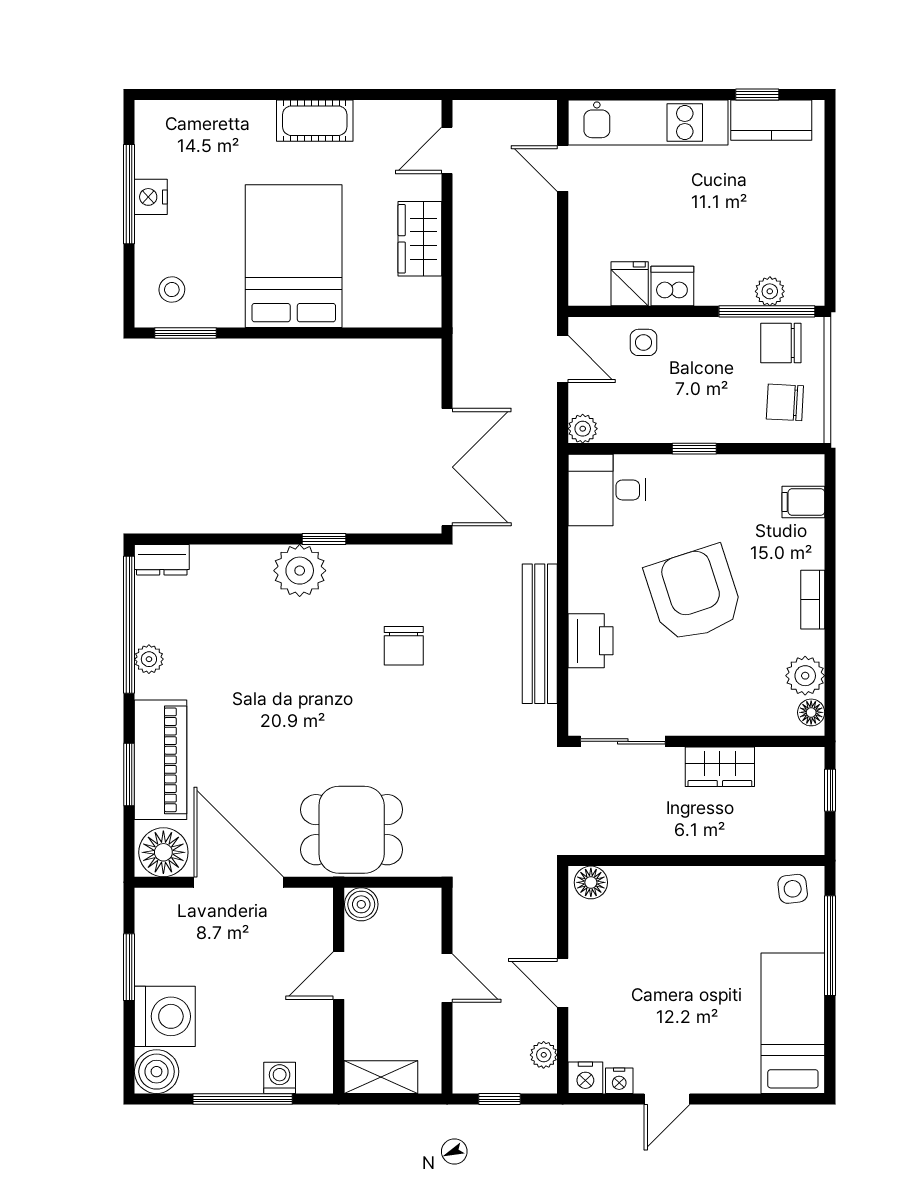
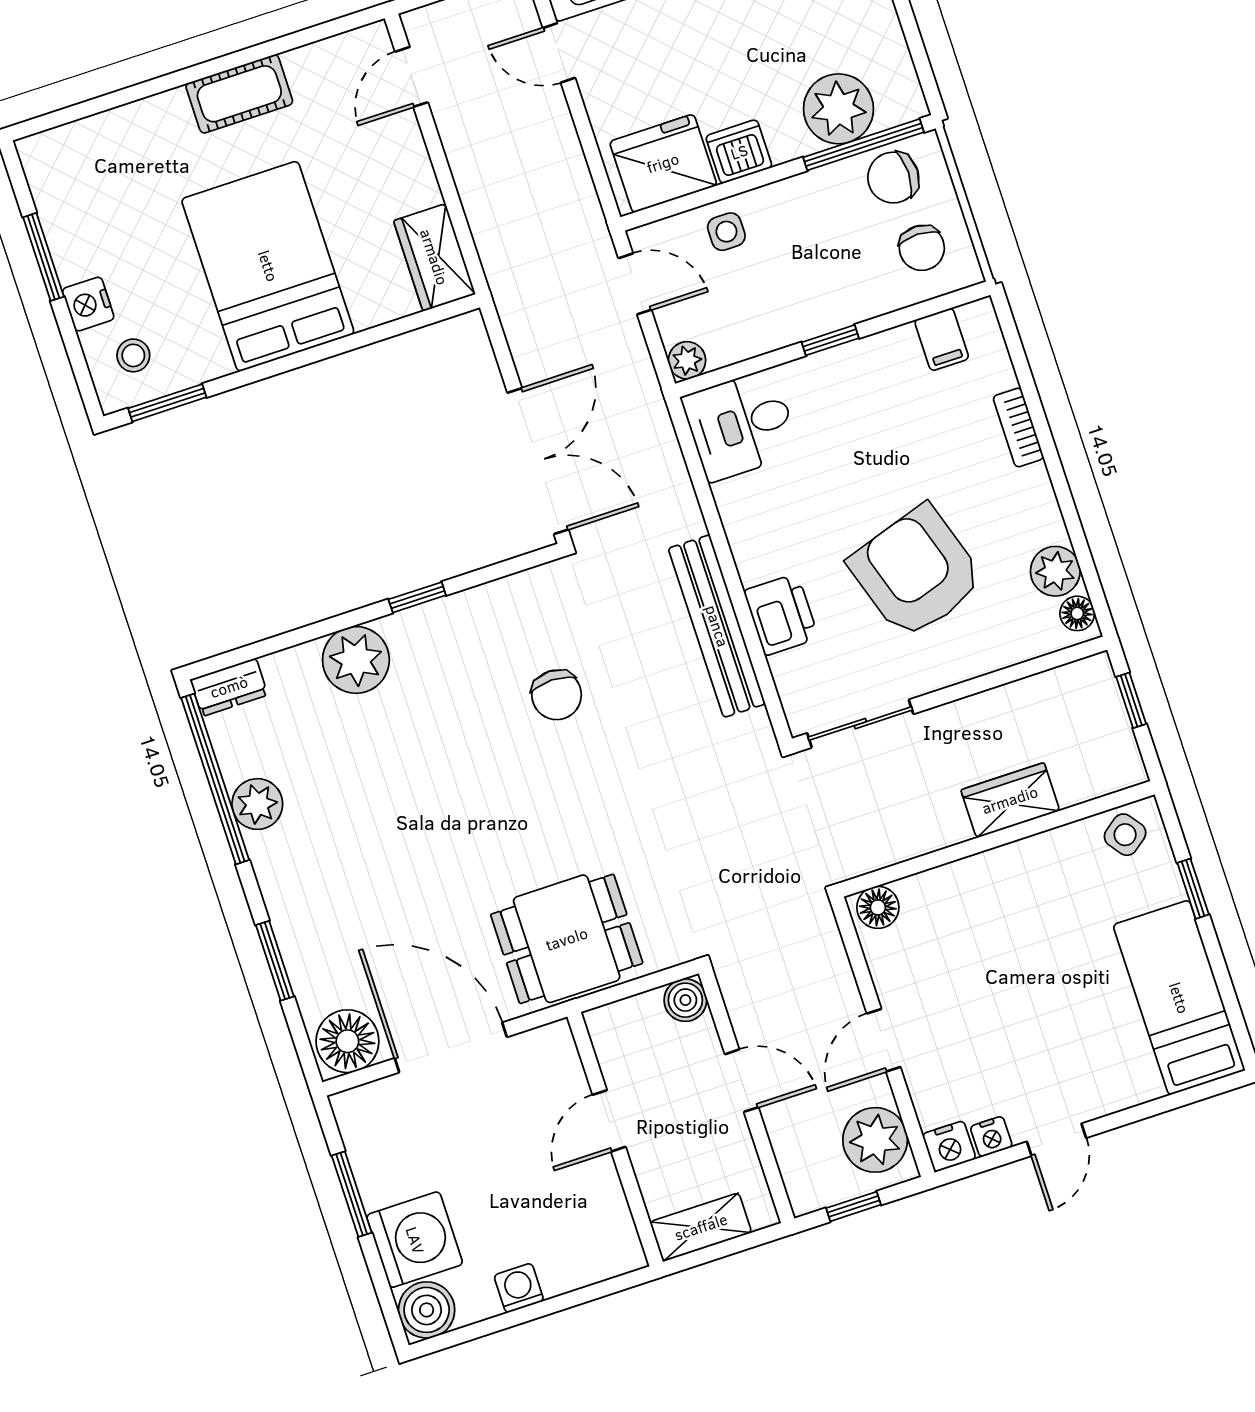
window: (129, 194) -> (43, 257), width x0.69
nightstand: (151, 197) -> (88, 304), moved
wardrobe: (420, 239) -> (434, 257), moved
fridge: (630, 284) -> (663, 163), width x1.88, depth x1.34
plant: (770, 291) -> (839, 109), width x1.88, depth x1.88
chair: (785, 402) -> (922, 248), turned -93
filing cabinet: (803, 502) -> (942, 339), moved, turned -90
plant: (300, 571) -> (356, 660), moved
armchair: (694, 594) -> (916, 572), moved
bookcase: (813, 600) -> (1018, 428), moved
plant: (149, 659) -> (257, 804), width x1.38, depth x1.38
piano: (161, 760) -> (307, 930), removed
wardrobe: (720, 767) -> (1010, 800), moved, turned 180
side table: (793, 889) -> (1125, 835), turned -30
boiler: (361, 904) -> (685, 1000), moved
window: (830, 946) -> (1193, 889), width x0.46
door: (563, 983) -> (884, 1040), hinge flipped
plant: (544, 1055) -> (875, 1140), width x1.88, depth x1.88
washing machine: (280, 1078) -> (519, 1288), moved
window: (243, 1099) -> (542, 1309), removed

